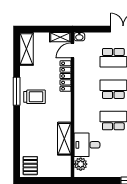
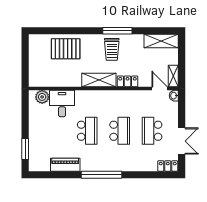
locker: (66, 76) -> (128, 81), width x0.66
shelving: (64, 139) -> (99, 80), moved
pallet: (30, 166) -> (66, 49), moved, width x1.50, depth x1.42

